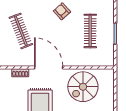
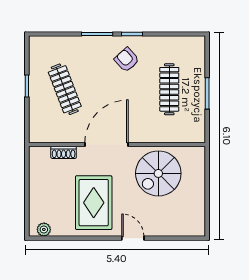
door: (49, 68) -> (106, 145), hinge flipped

